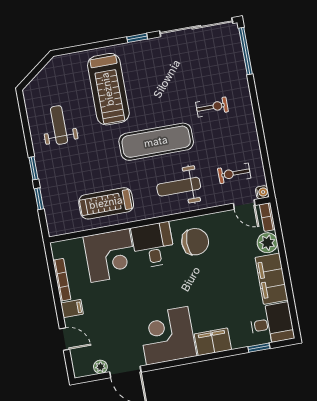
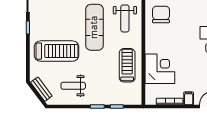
bench: (45, 76) -> (41, 89), added
treadmill: (106, 203) -> (127, 65), turned 180
desk: (153, 245) -> (158, 41), removed

